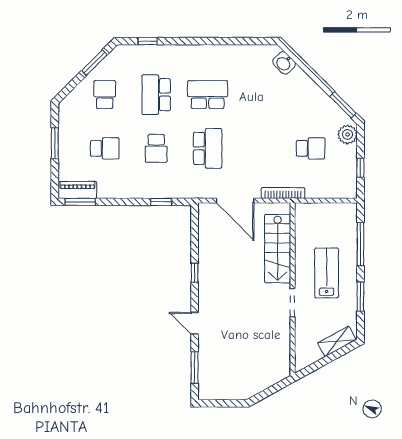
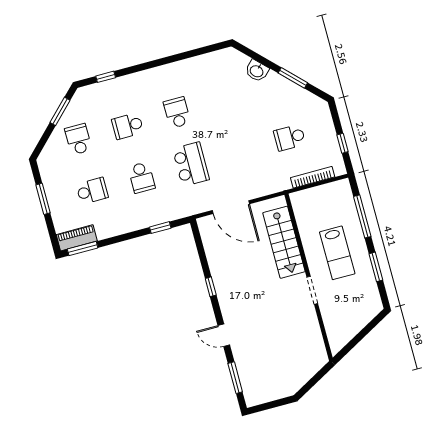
washbasin: (284, 63) -> (257, 71), moved
school desk: (156, 95) -> (128, 126), width x0.54
school desk: (208, 95) -> (177, 113), width x0.54
window: (343, 105) -> (293, 78), moved
plant: (347, 134) -> (321, 115), removed
school desk: (311, 148) -> (290, 138), turned 180
bookcase: (283, 193) -> (313, 177), moved
lab bench: (327, 273) -> (337, 253), turned 180
shelving: (337, 341) -> (365, 316), removed

